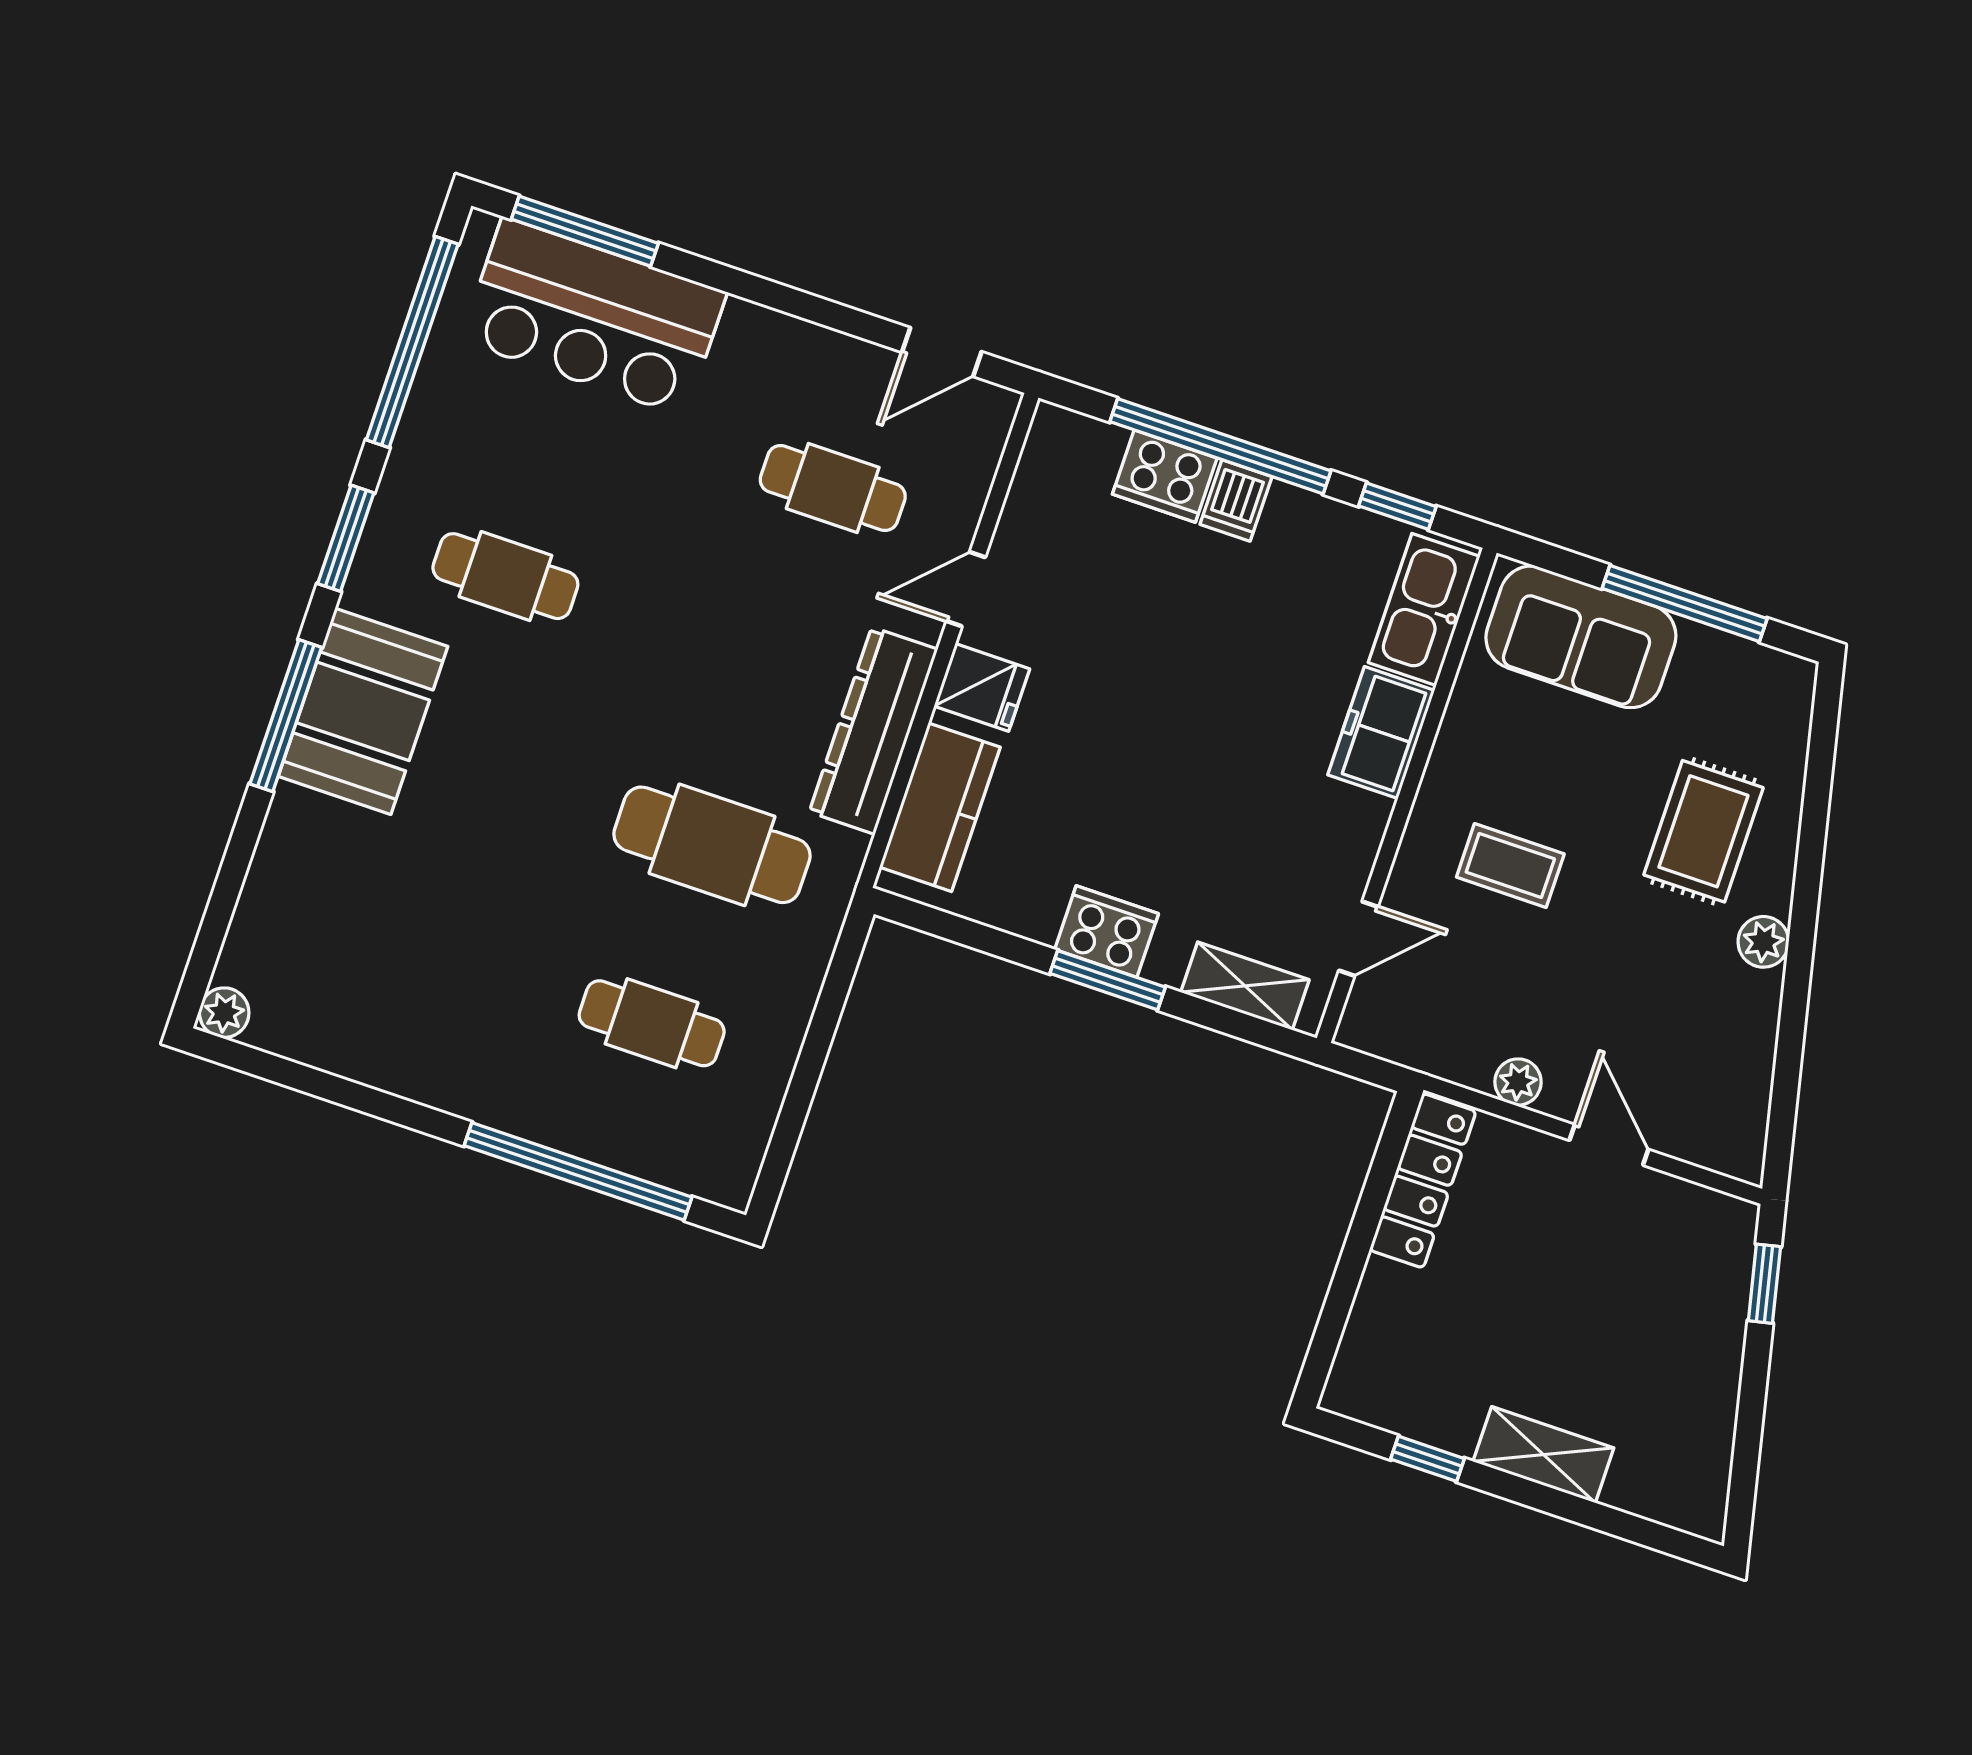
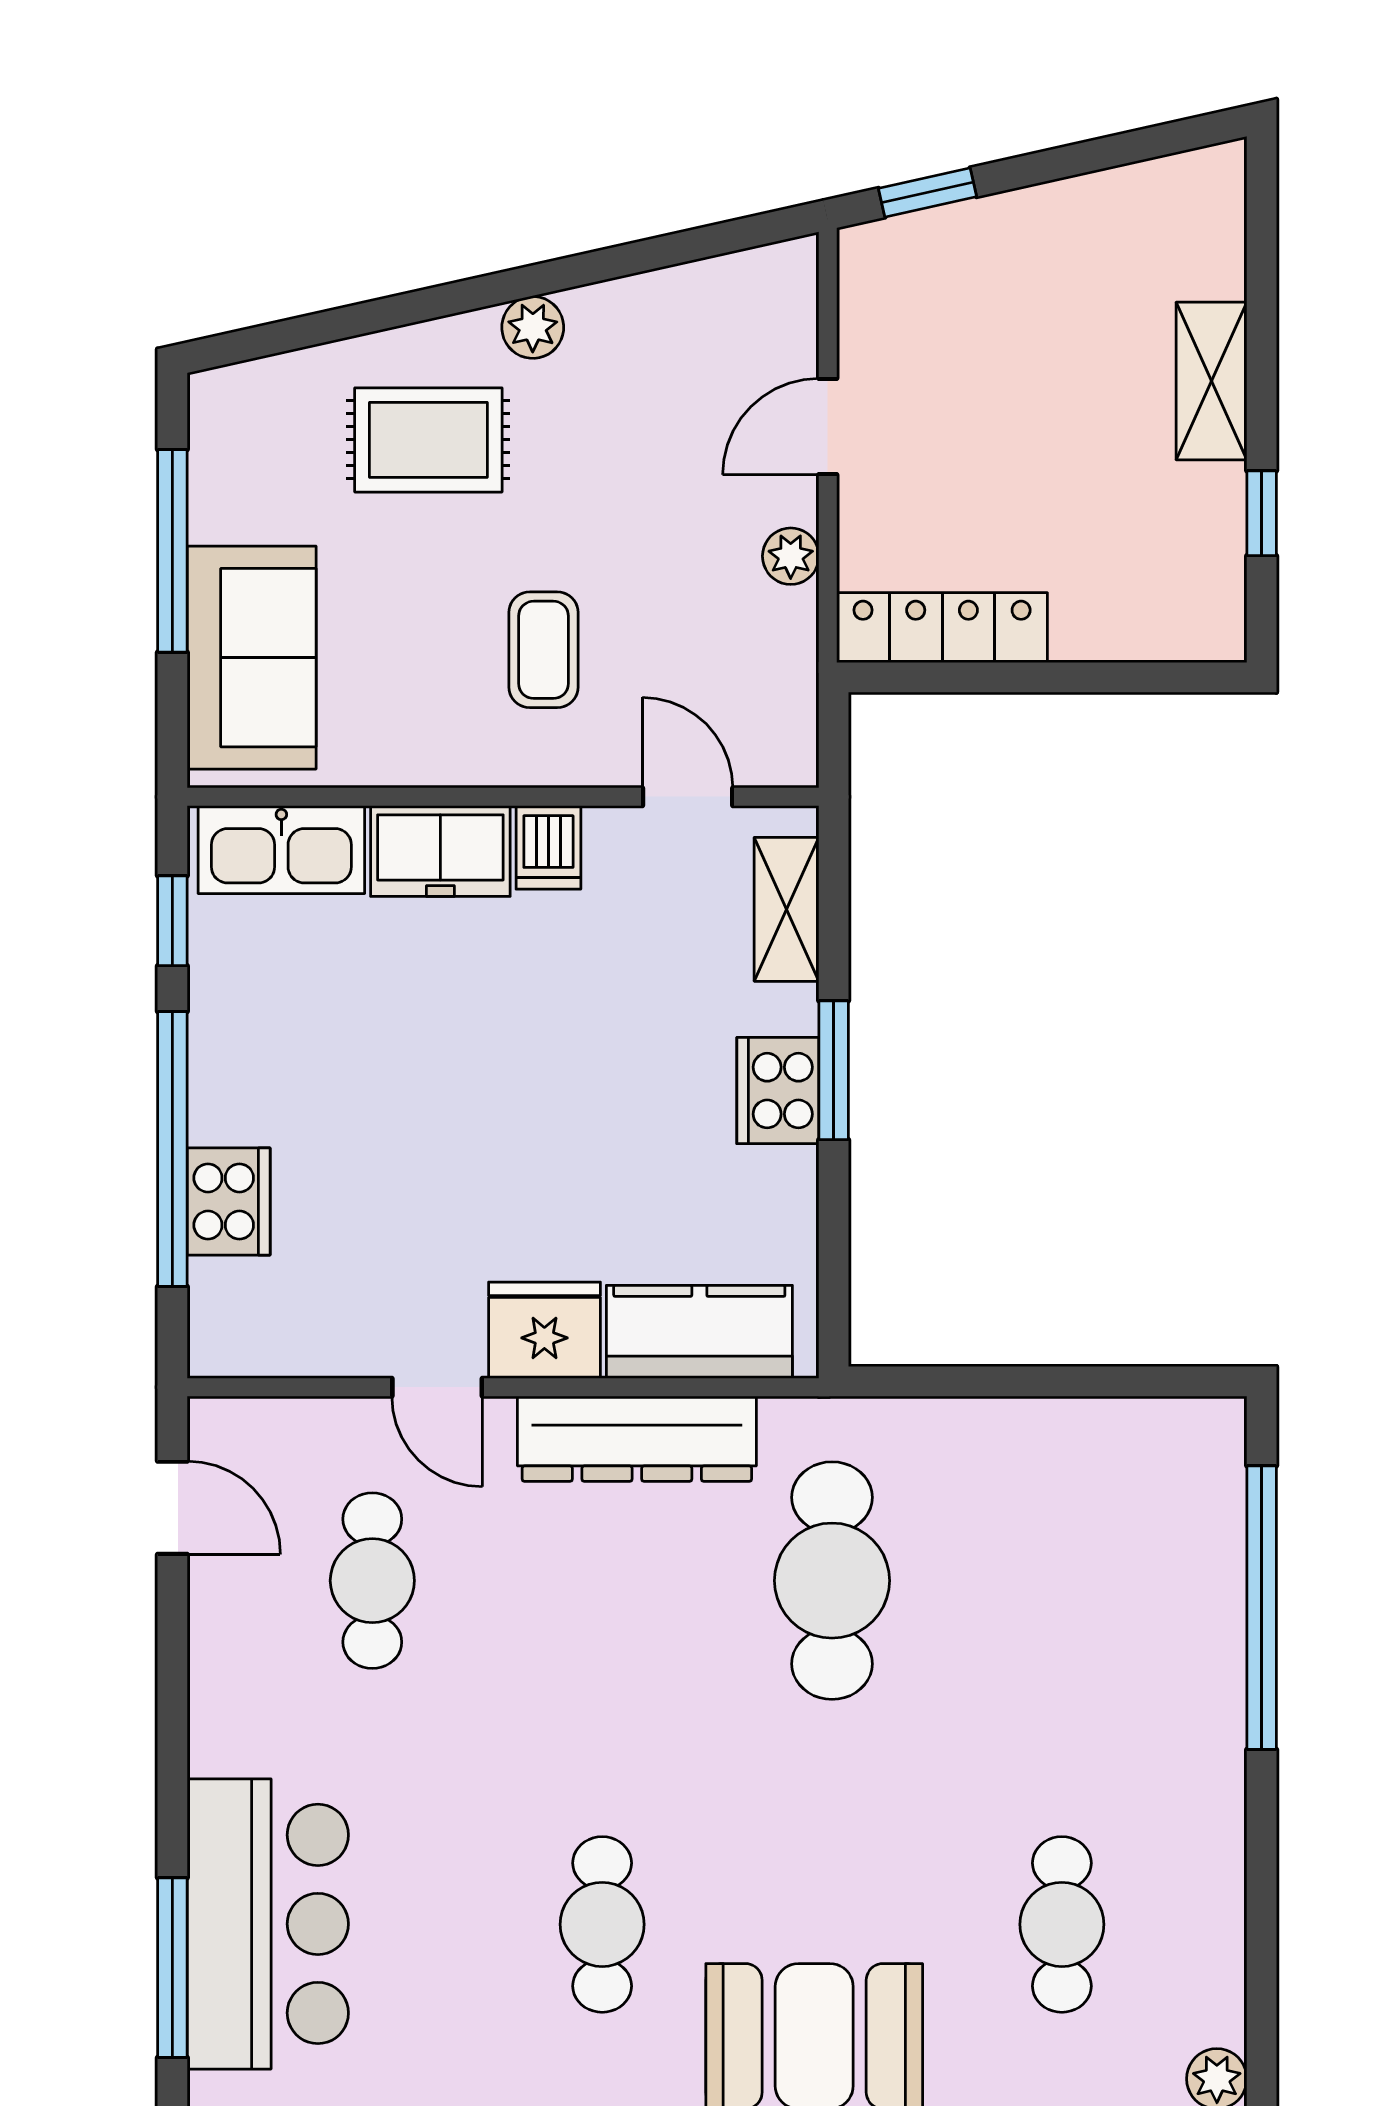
dishwasher: (1236, 500) -> (548, 847), moved, turned 90
fridge: (982, 687) -> (544, 1330), width x1.38
cafe table: (652, 1023) -> (1062, 1924), moved

